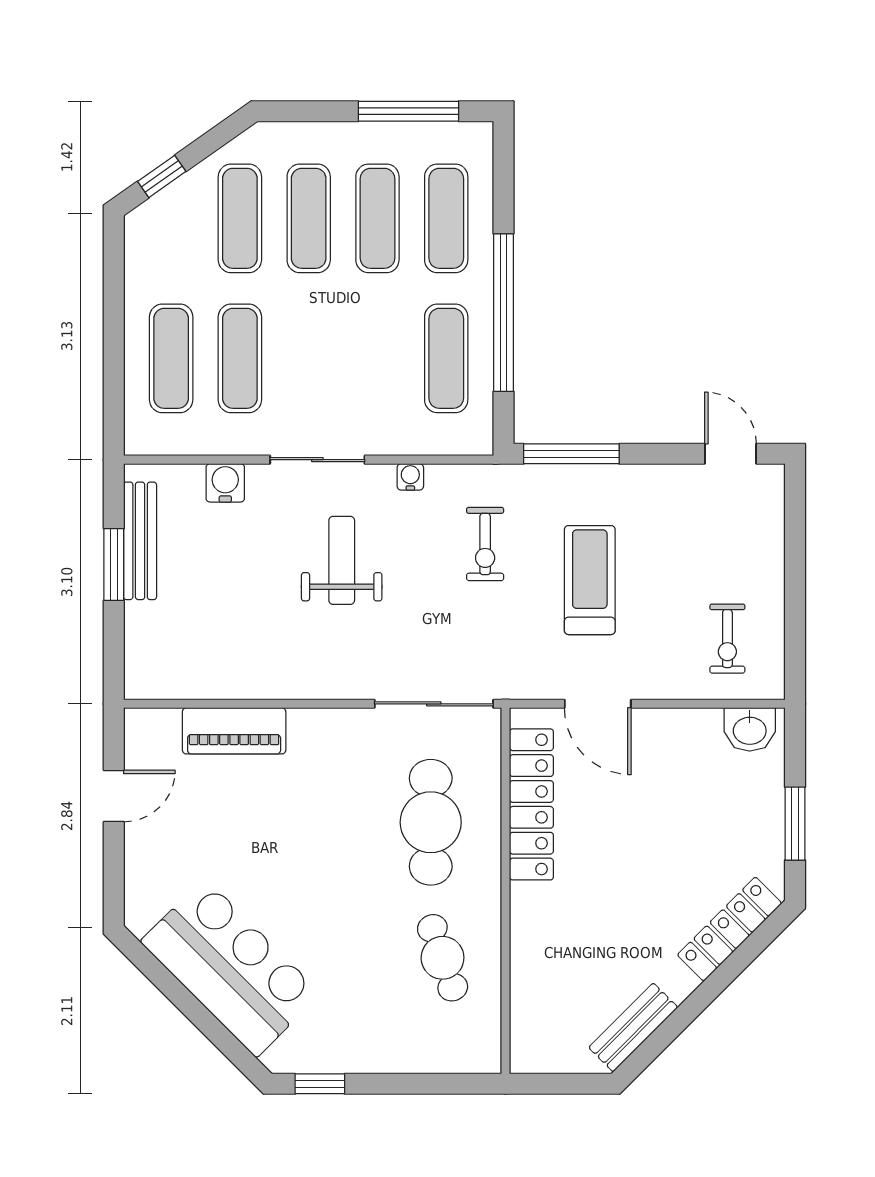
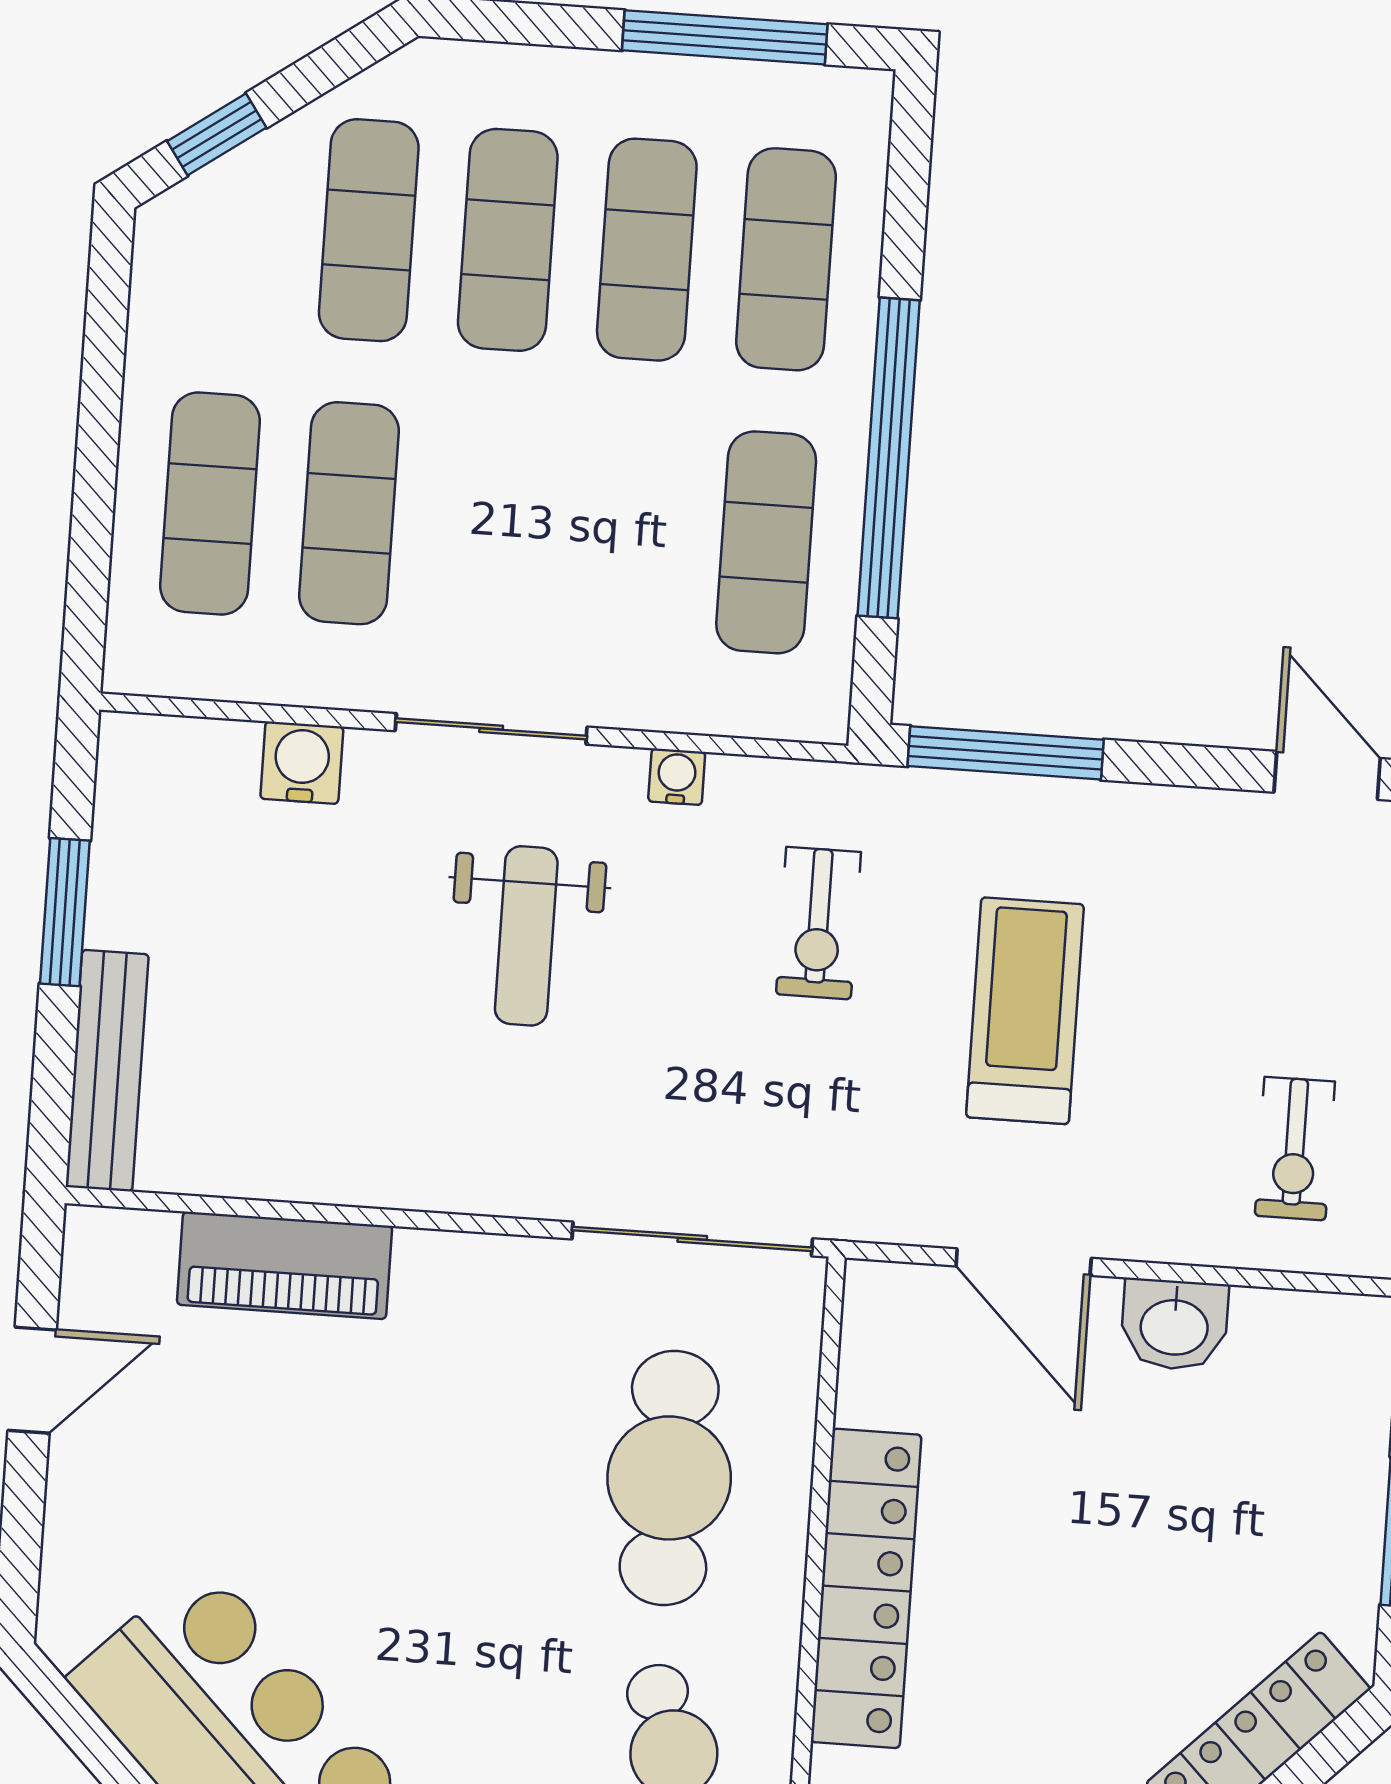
bench: (140, 541) -> (107, 1071), moved
weight bench: (342, 560) -> (526, 936), turned 180
washbasin: (750, 729) -> (1174, 1325), moved
locker: (531, 804) -> (866, 1588), moved

